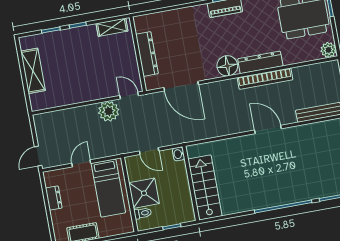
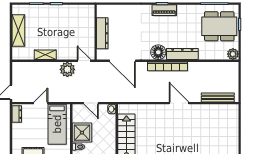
shelving: (112, 27) -> (45, 55), moved
bookcase: (265, 79) -> (168, 66), moved
dresser: (54, 198) -> (17, 114), moved

